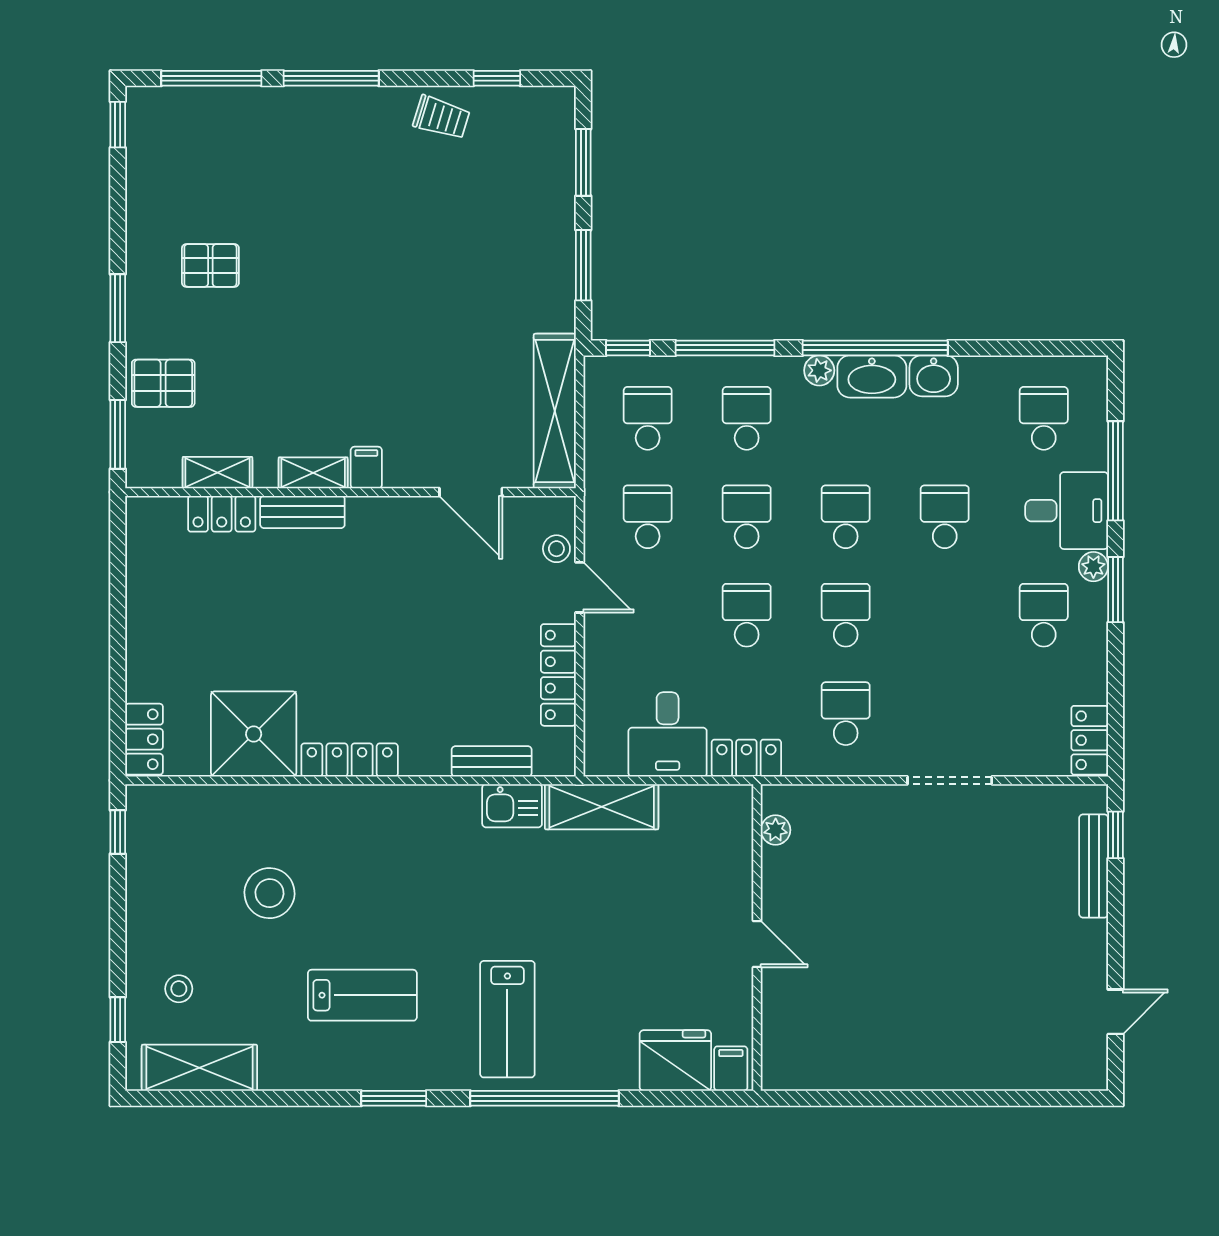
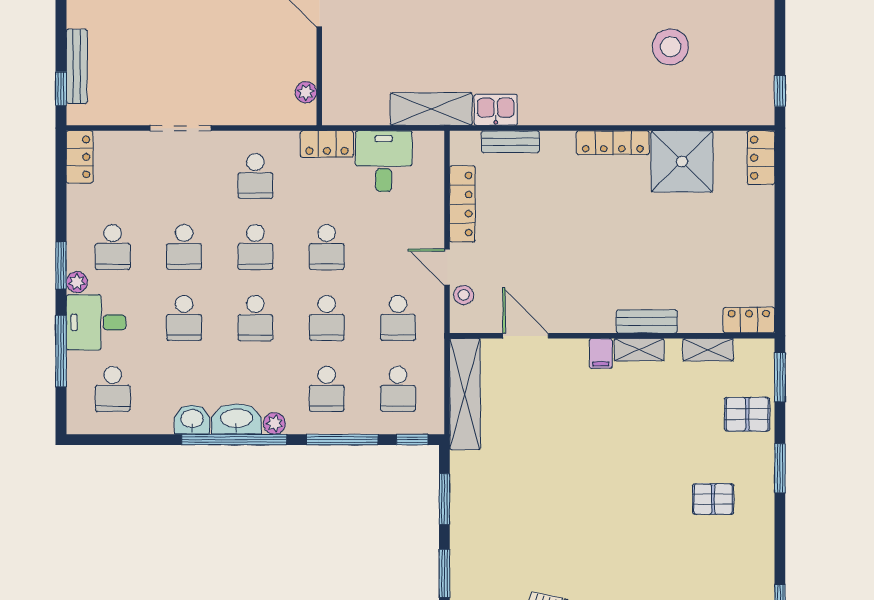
locker: (222, 514) -> (749, 320), moved
school desk: (945, 615) -> (184, 247), added

